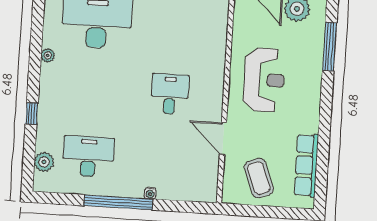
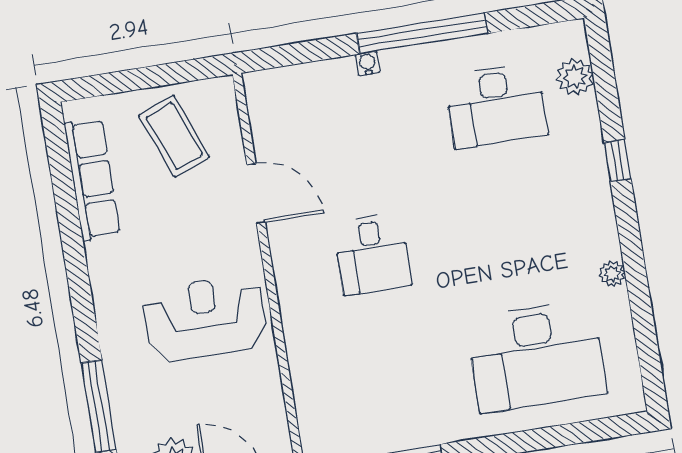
reception desk: (264, 80) -> (205, 318), turned 90

